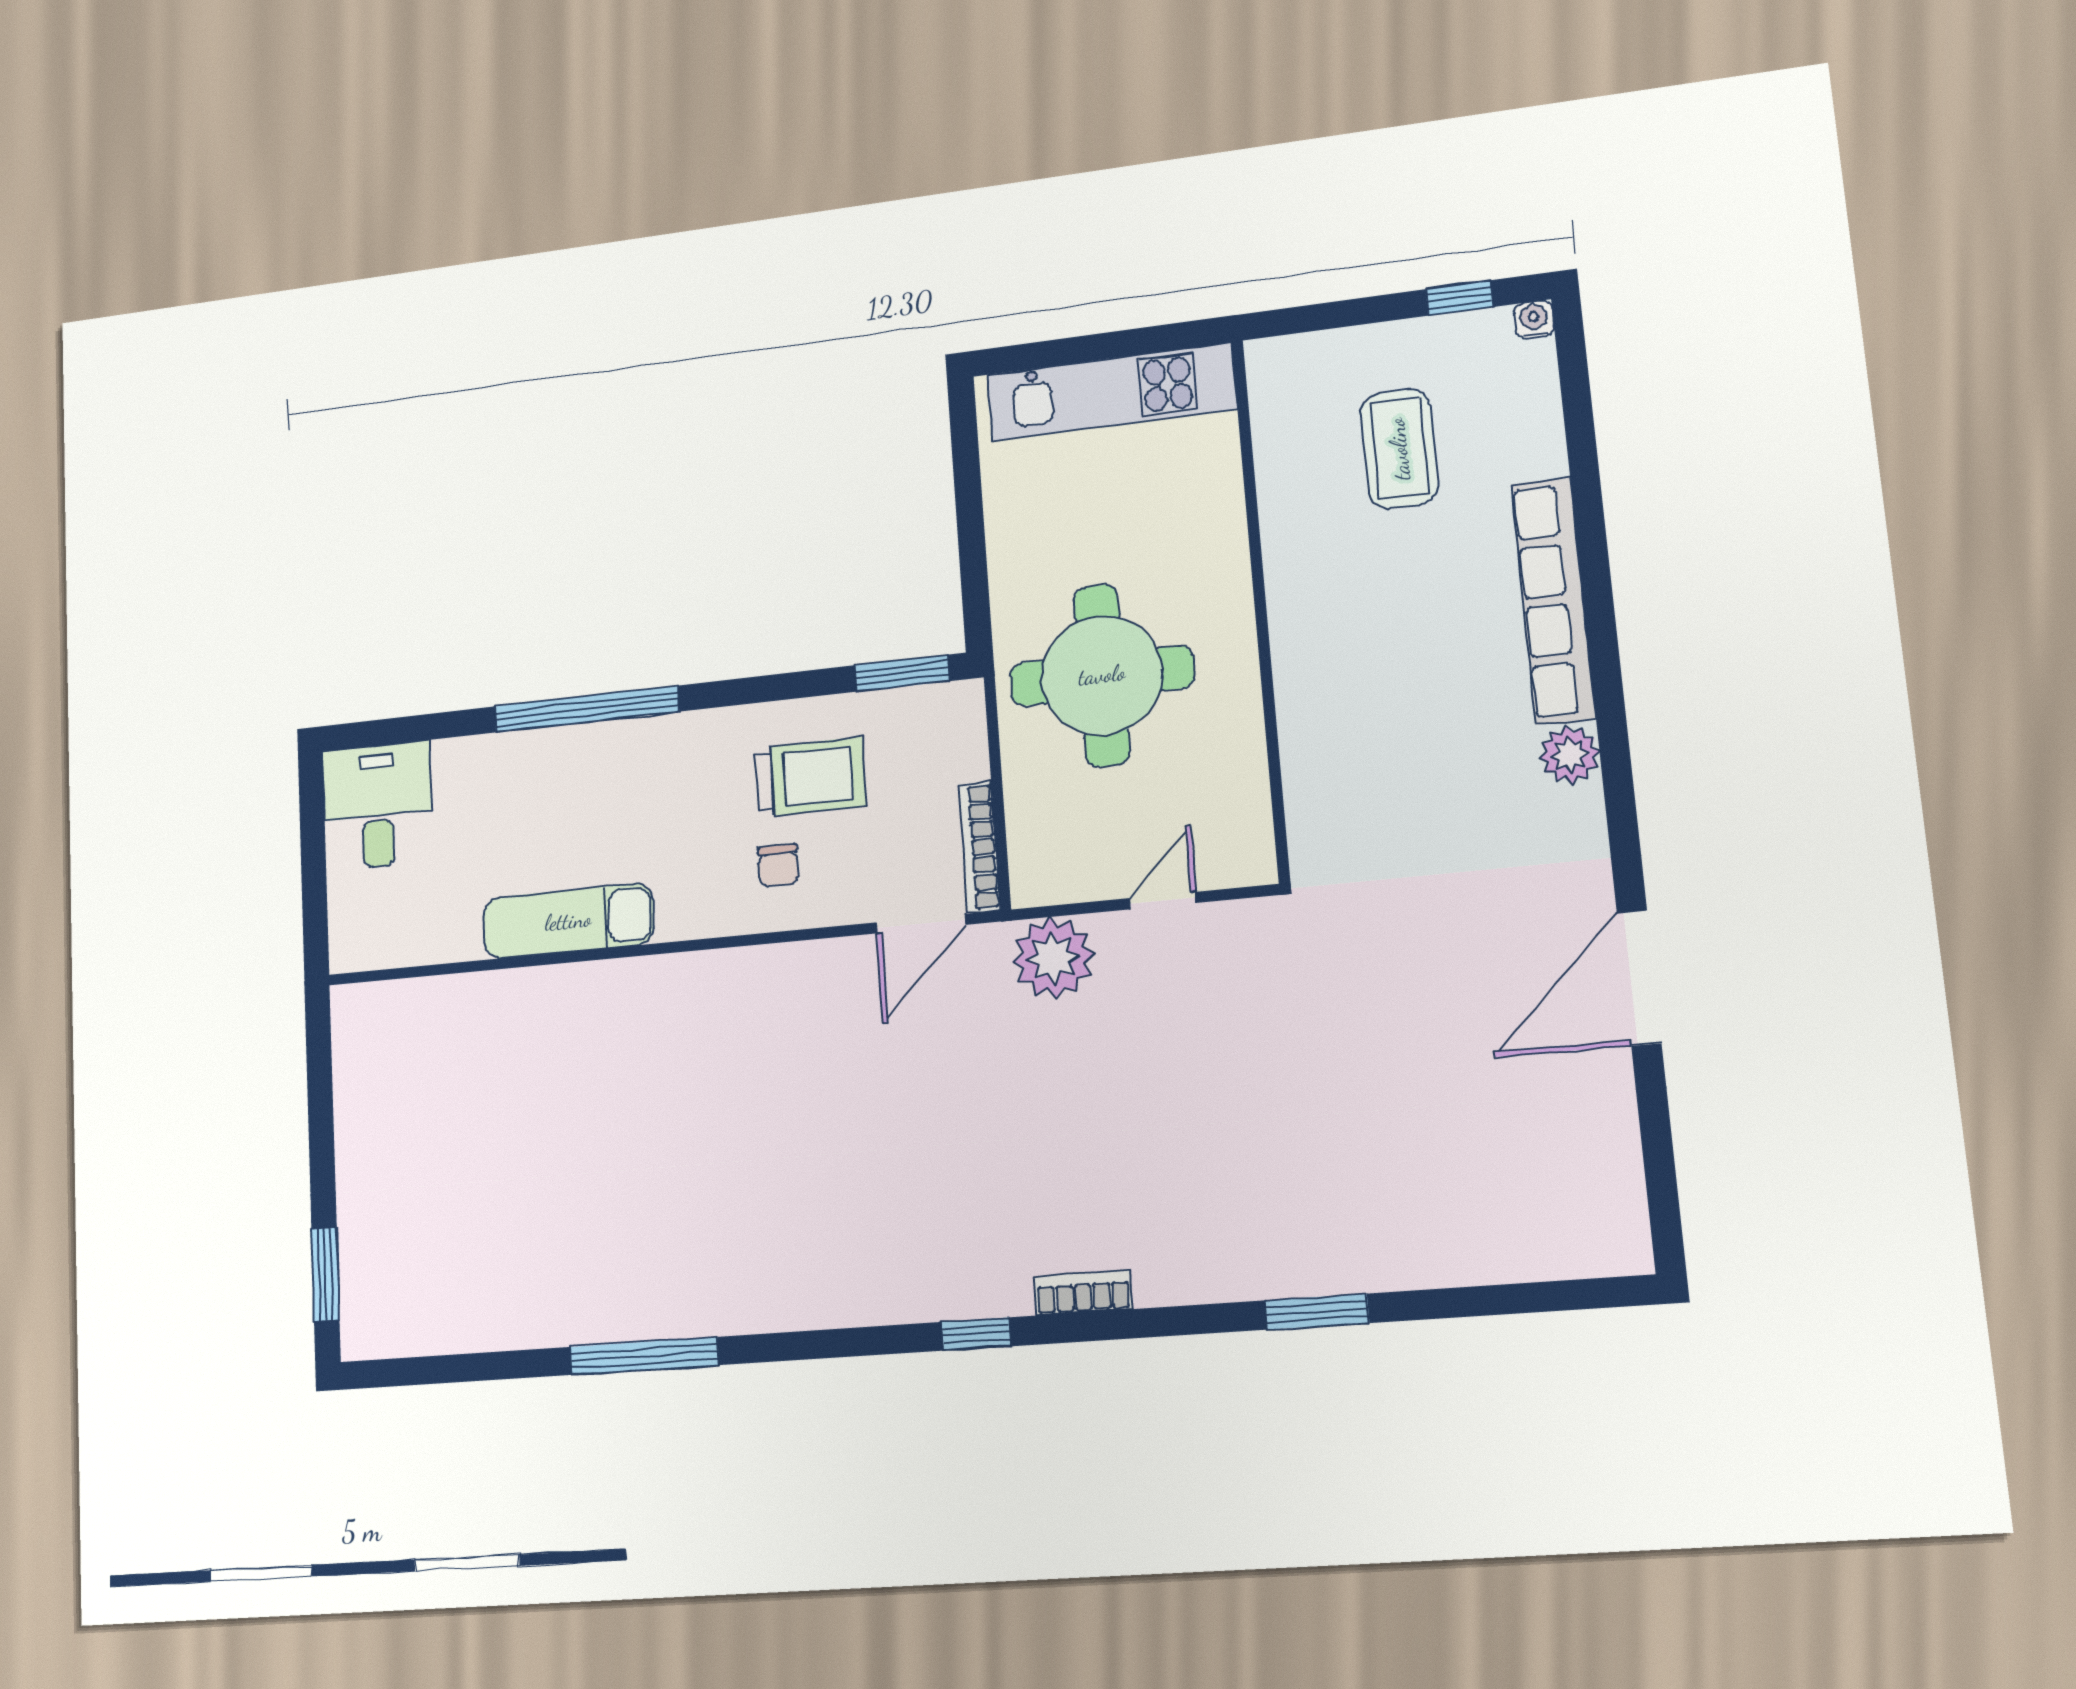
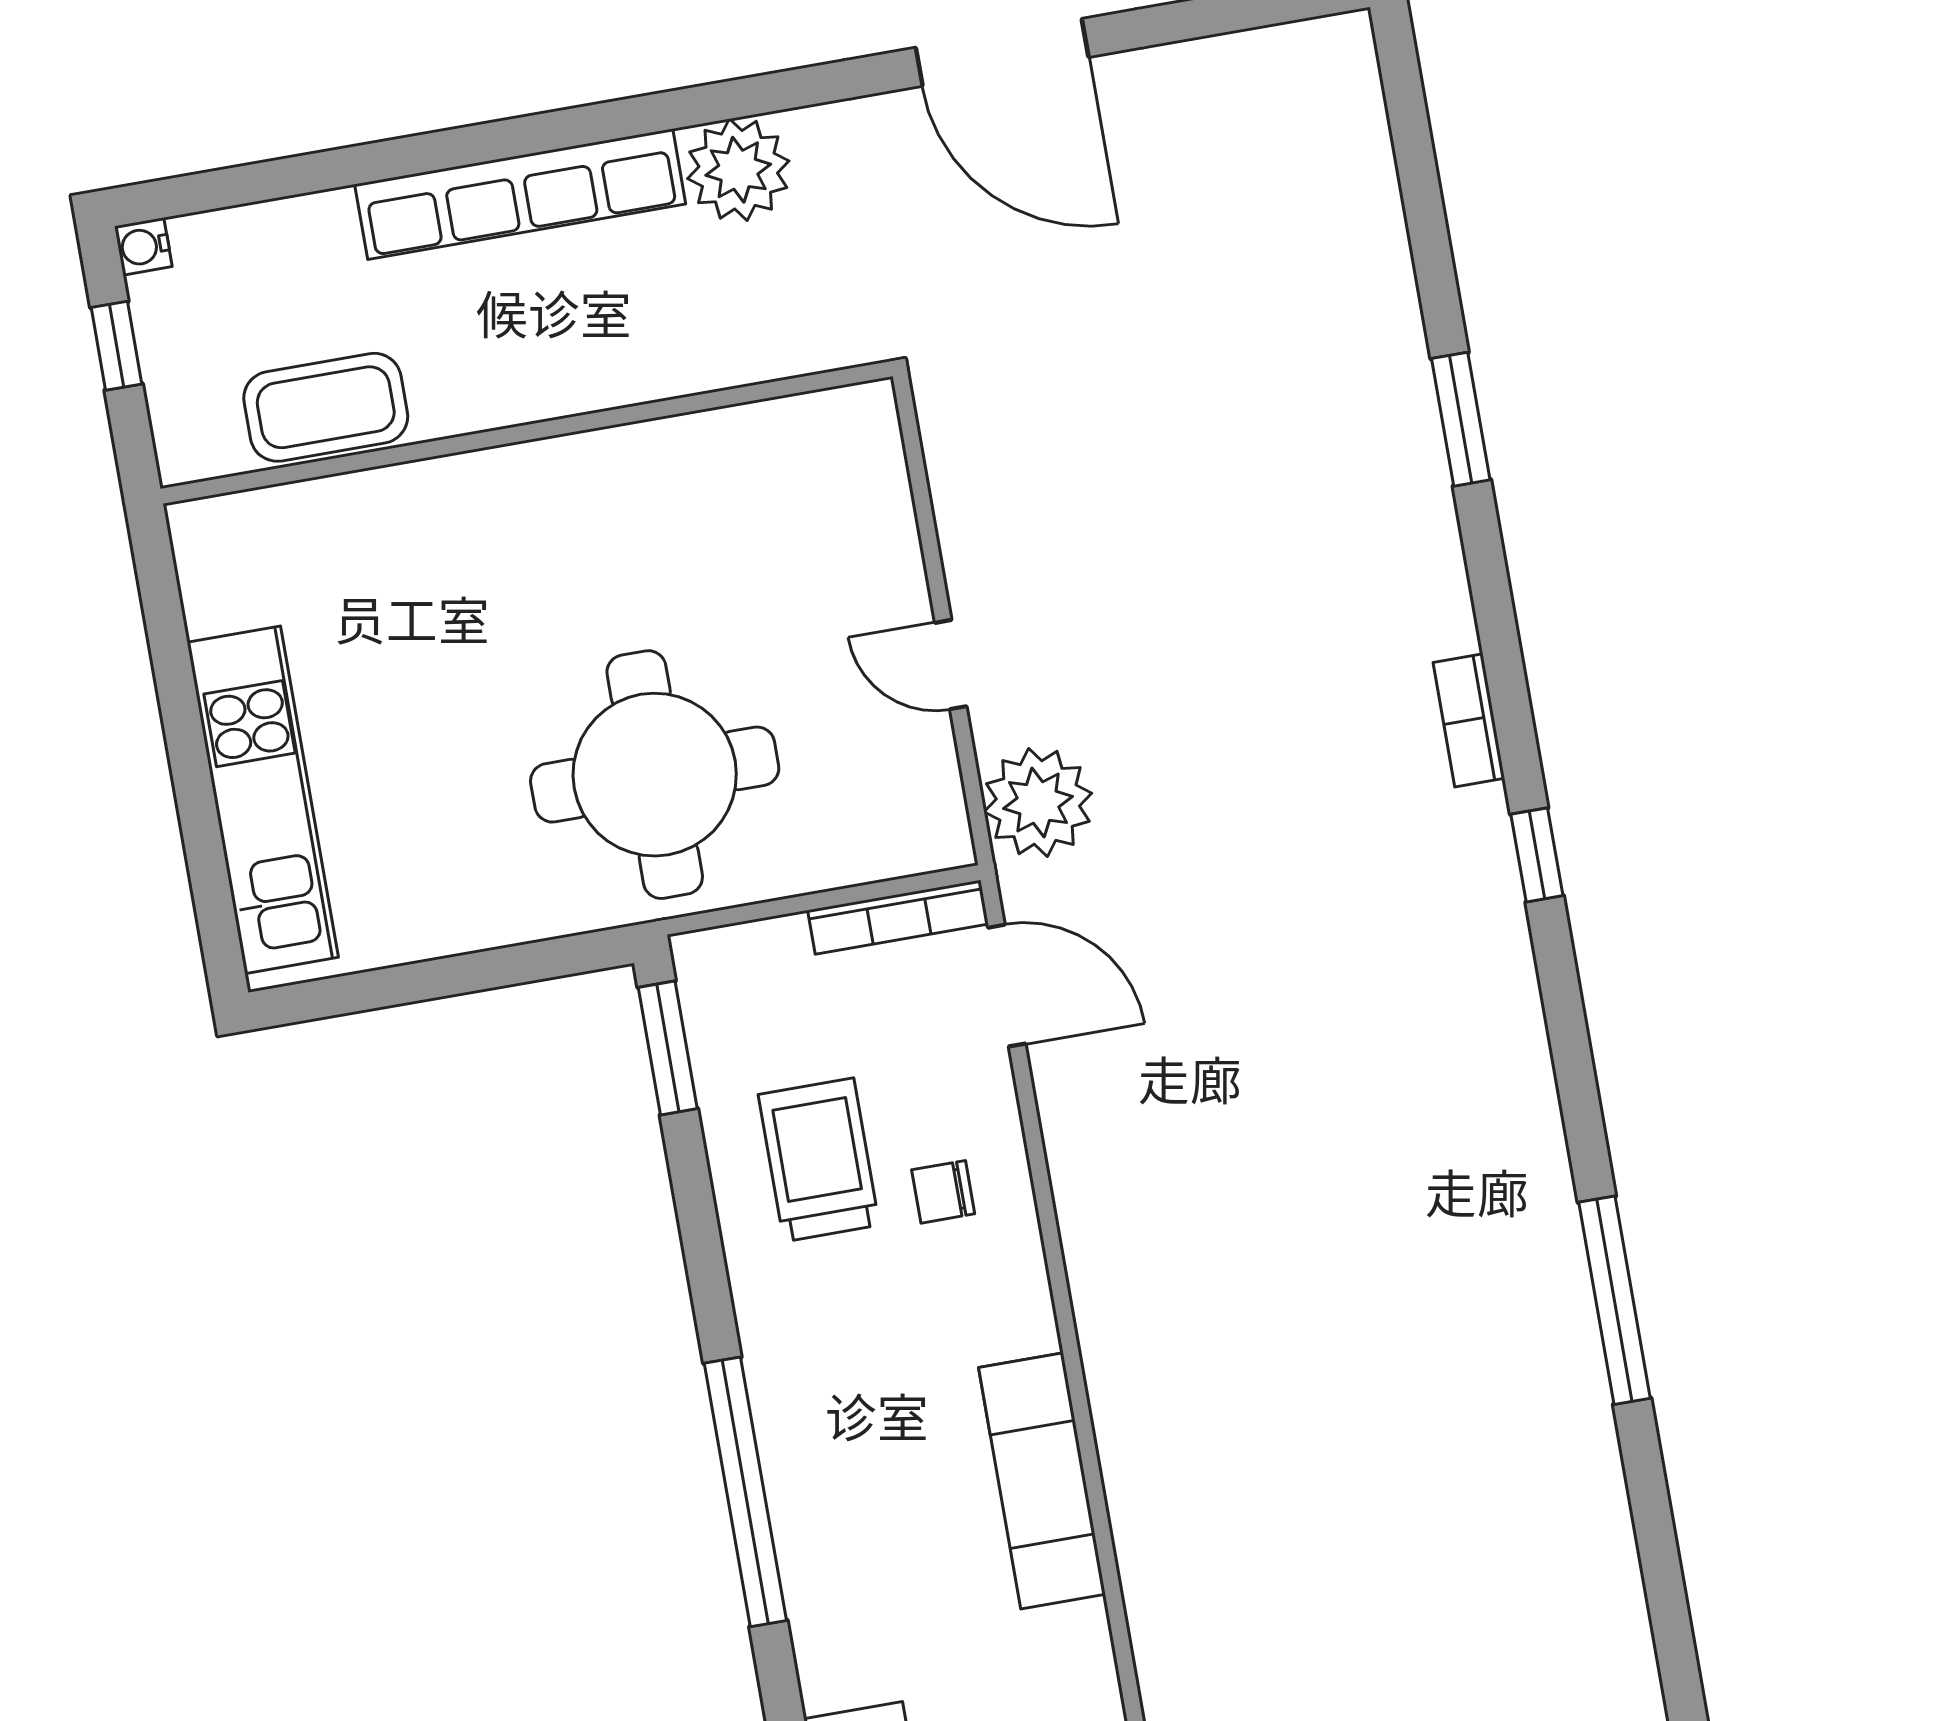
wall: (1261, 608) -> (527, 433), moved
plant: (1570, 755) -> (738, 170), width x1.36, depth x1.36
chair: (778, 865) -> (943, 1192), turned 180

